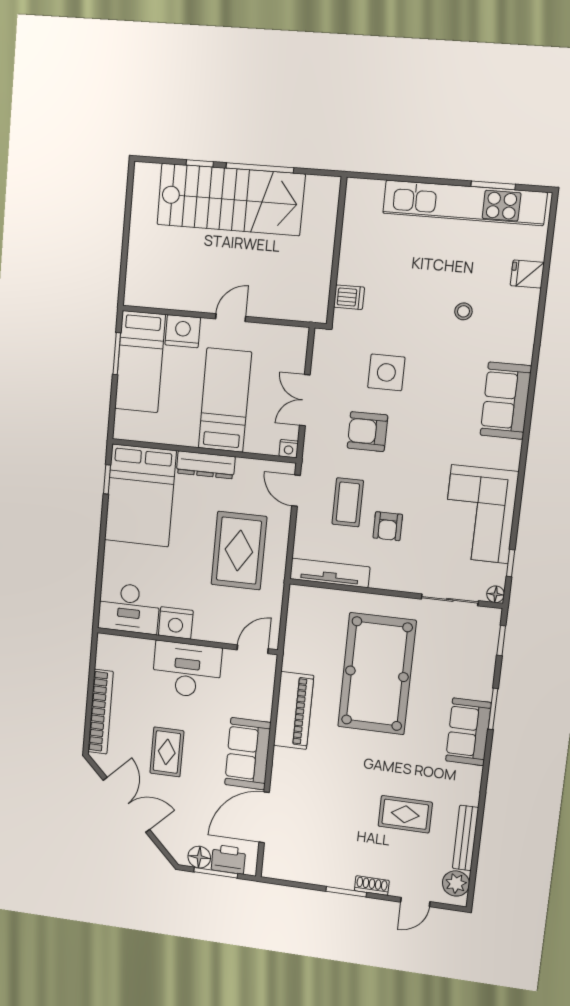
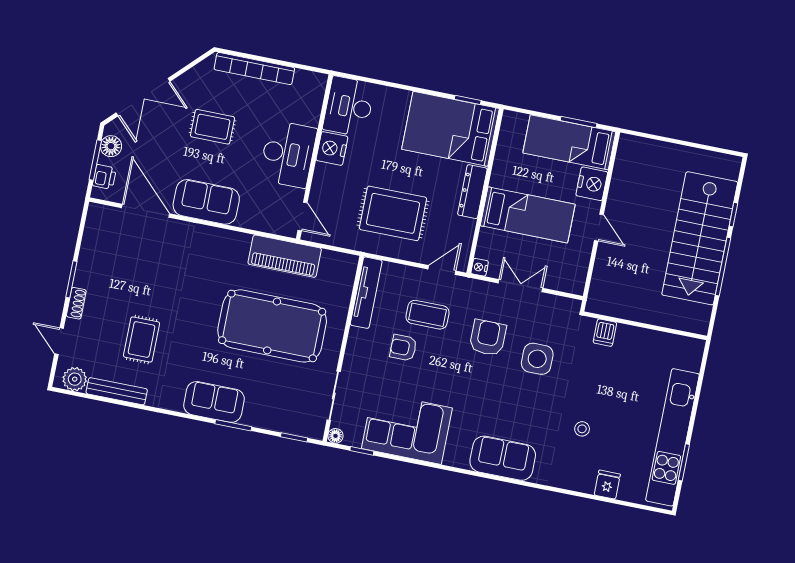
piano: (294, 710) -> (285, 256), moved
double door: (126, 805) -> (143, 97), moved
printer: (228, 859) -> (104, 177), width x0.73, depth x0.81

